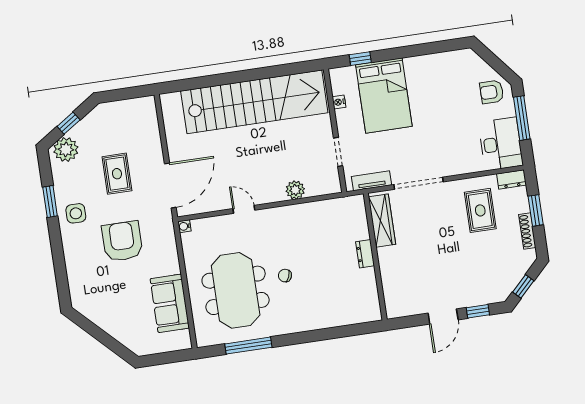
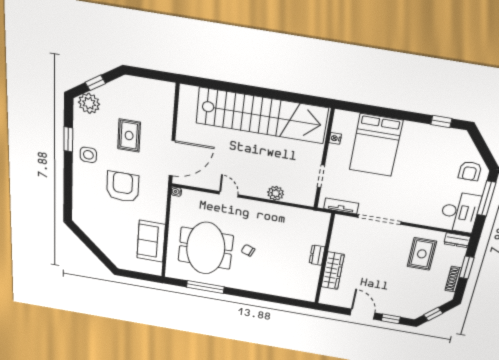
window: (360, 59) -> (441, 121), moved
armchair: (492, 92) -> (470, 171), turned -90
wardrobe: (382, 221) -> (333, 271), moved
door: (443, 317) -> (362, 314), swing flipped

